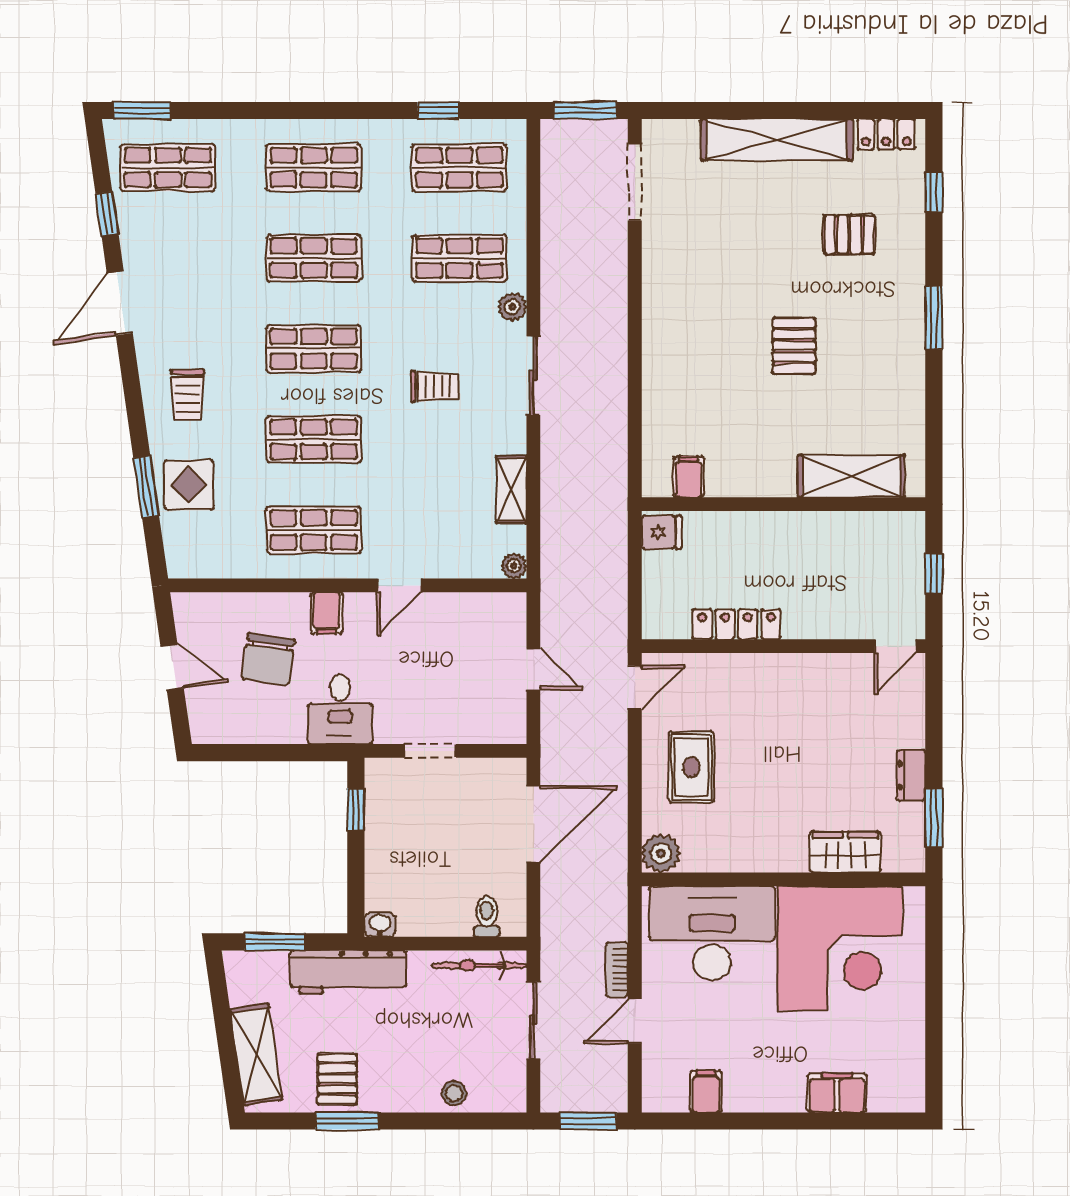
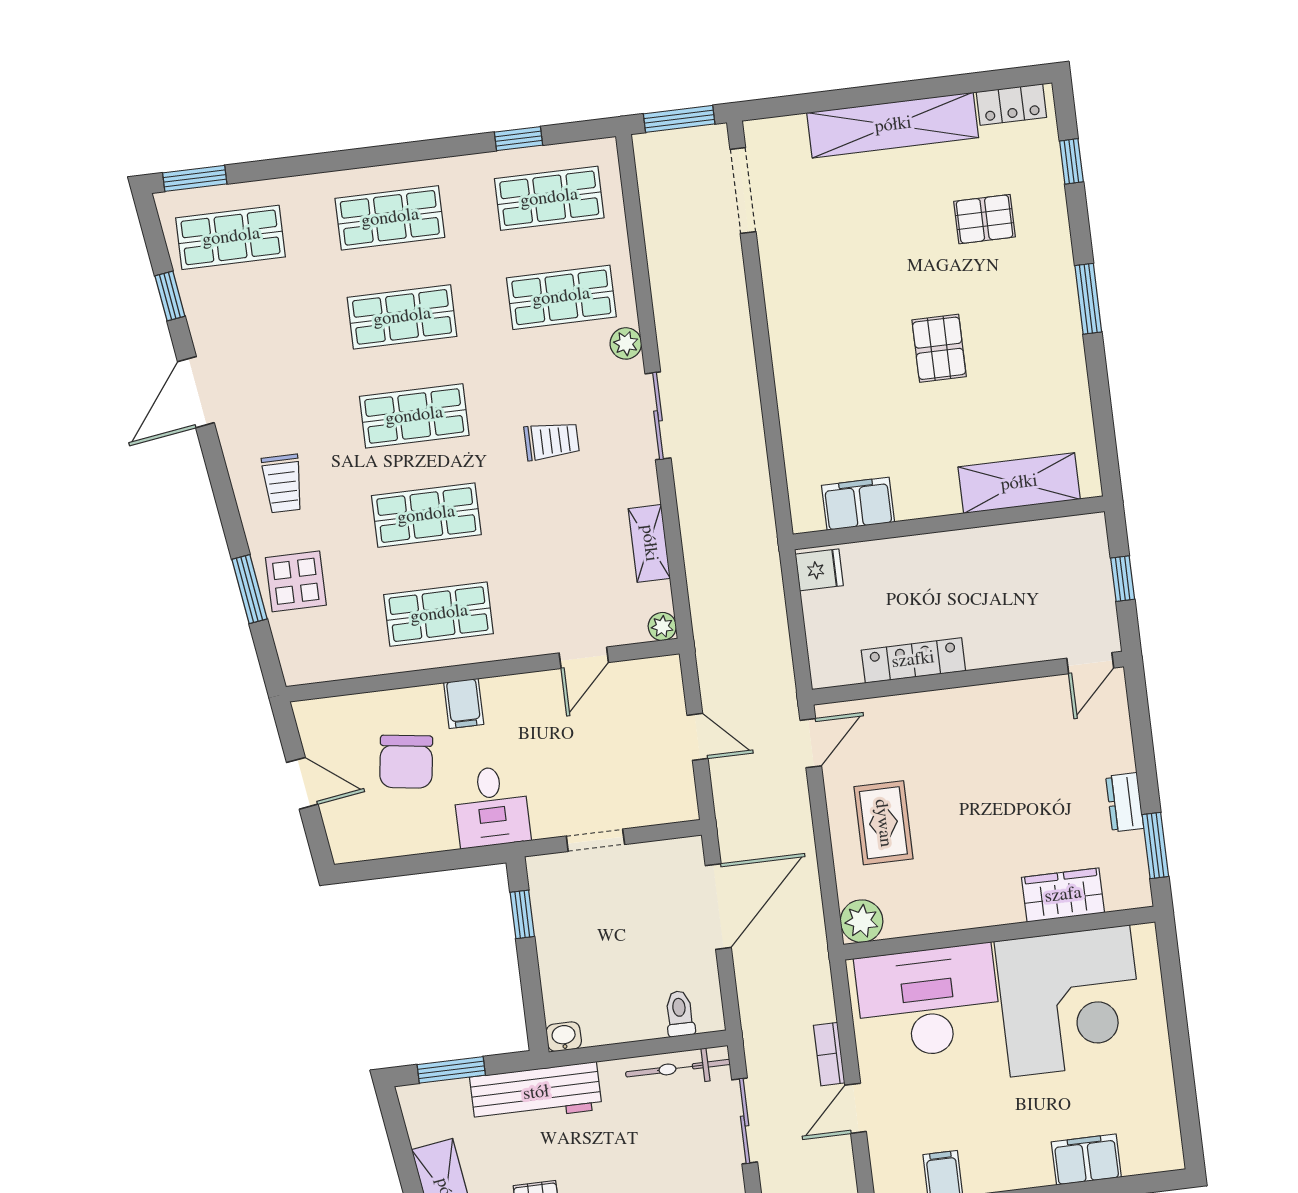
filing cabinet: (688, 477) -> (858, 504), width x2.00
door: (399, 585) -> (584, 658), moved

